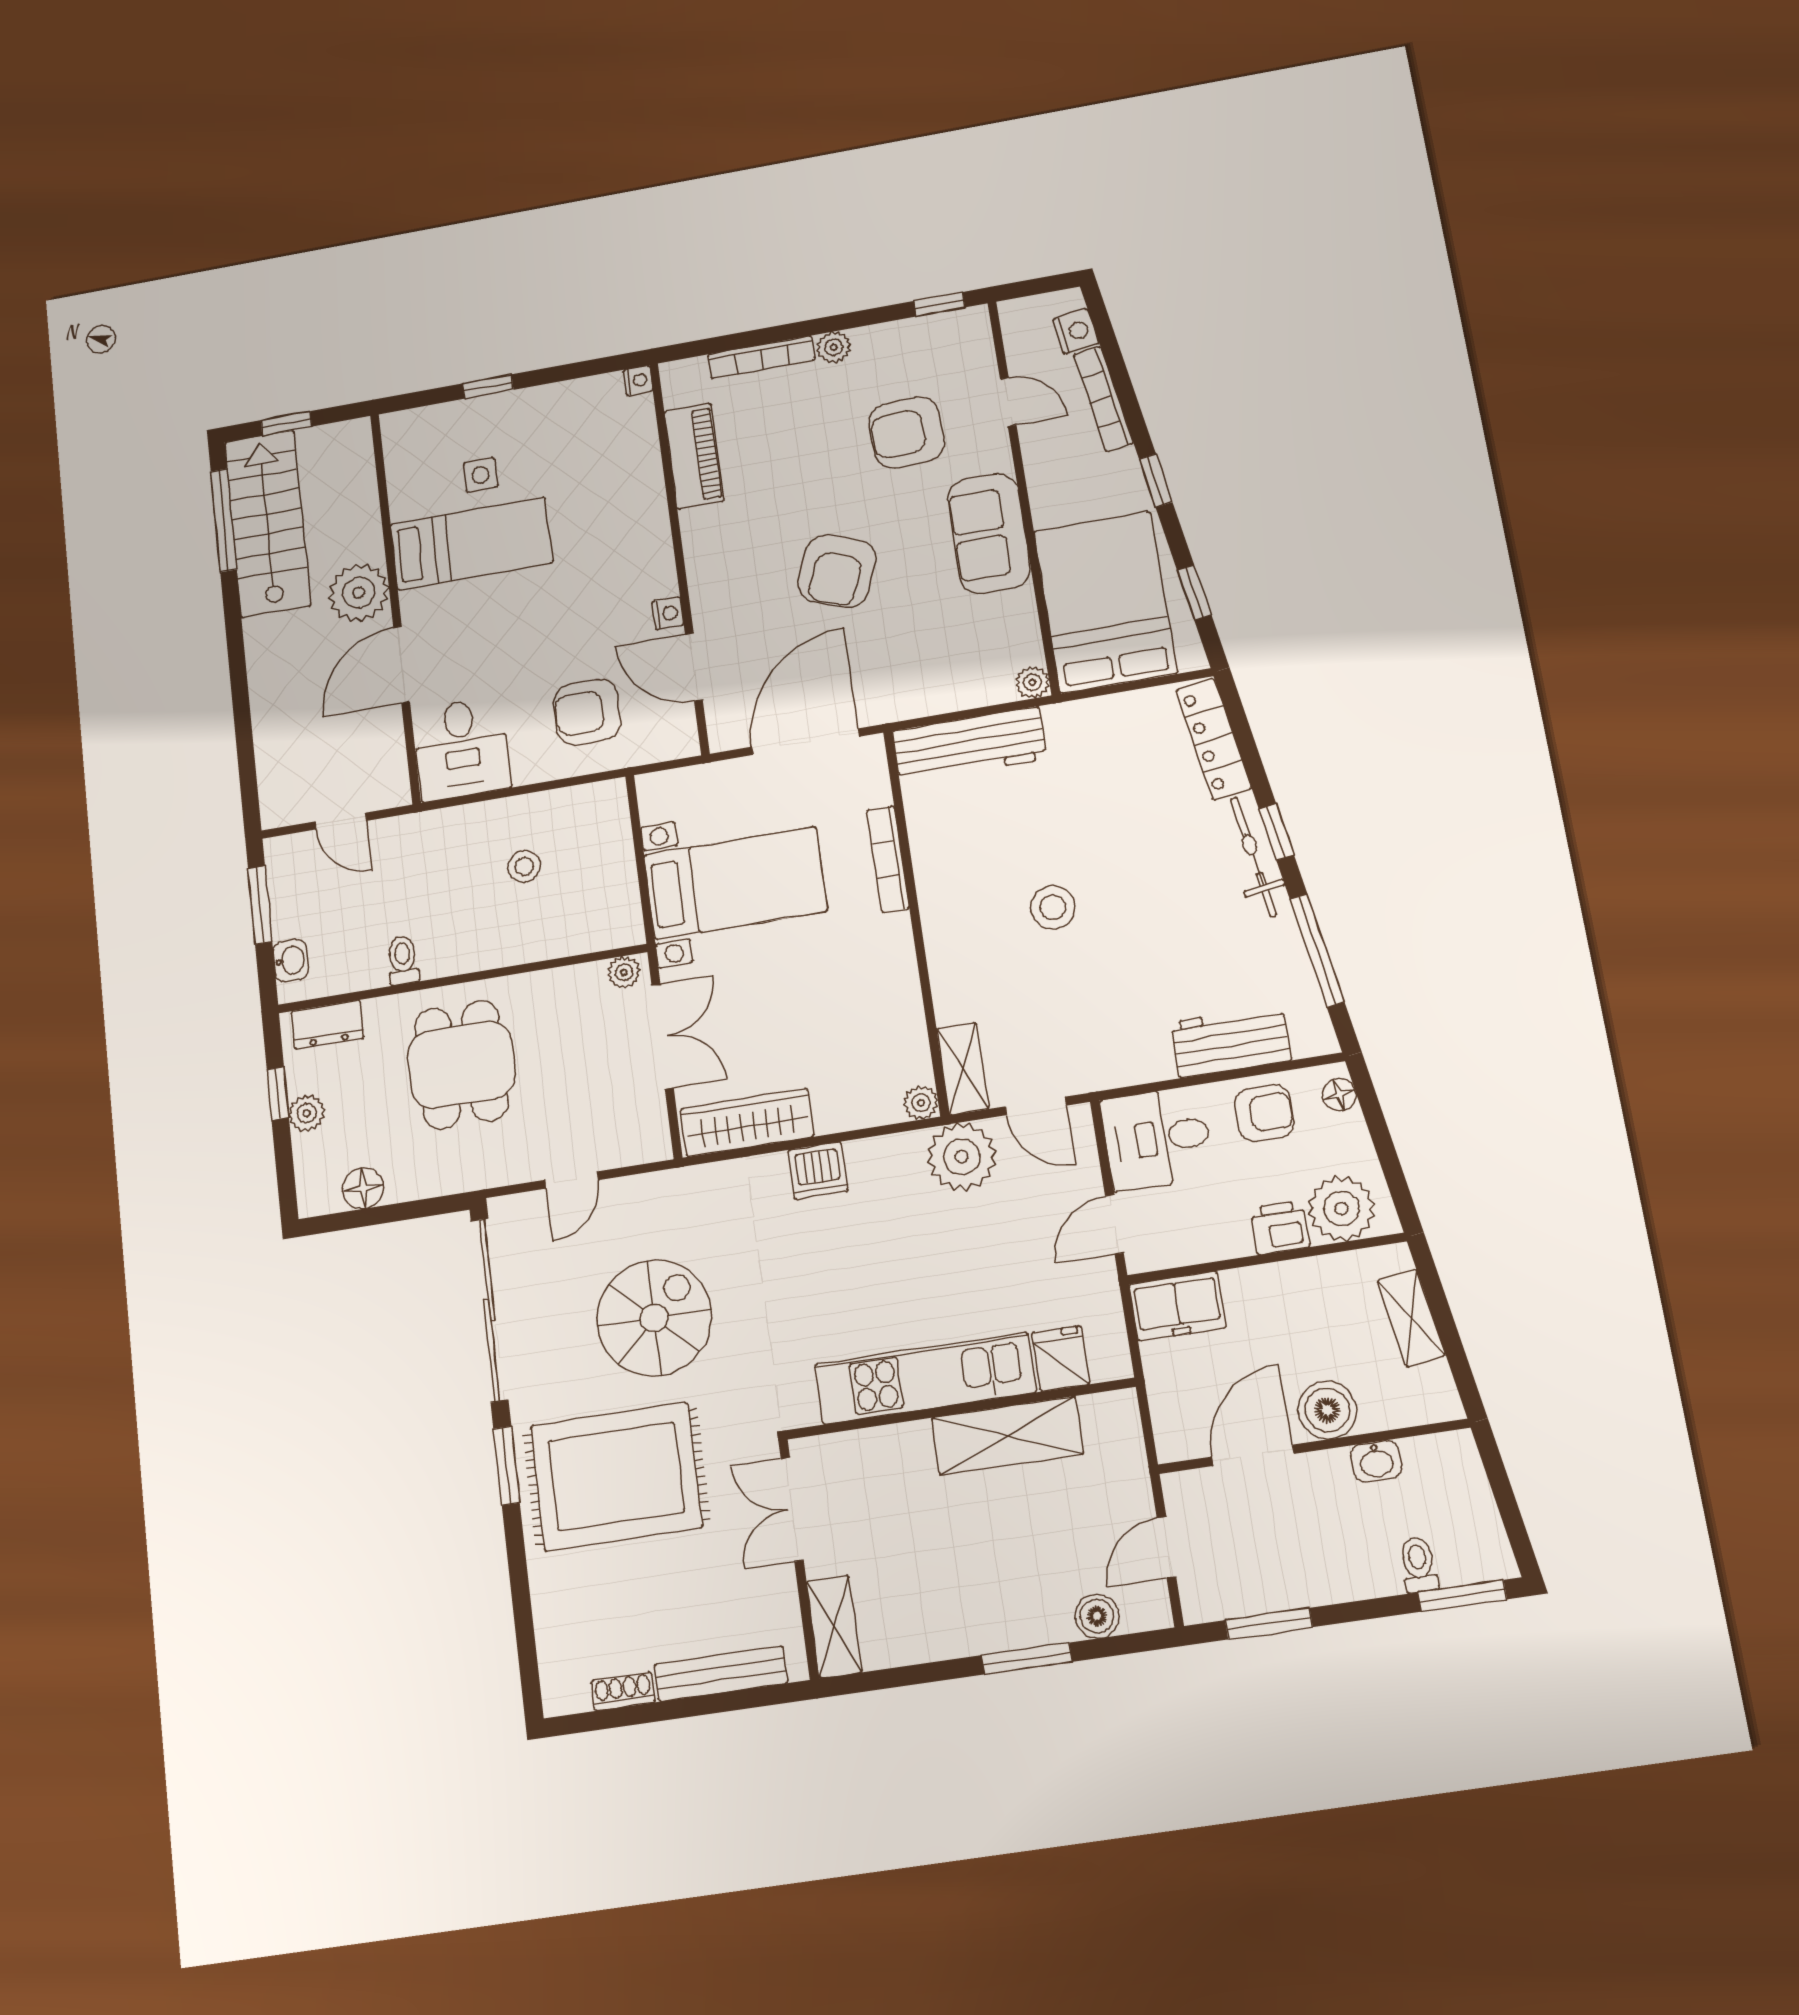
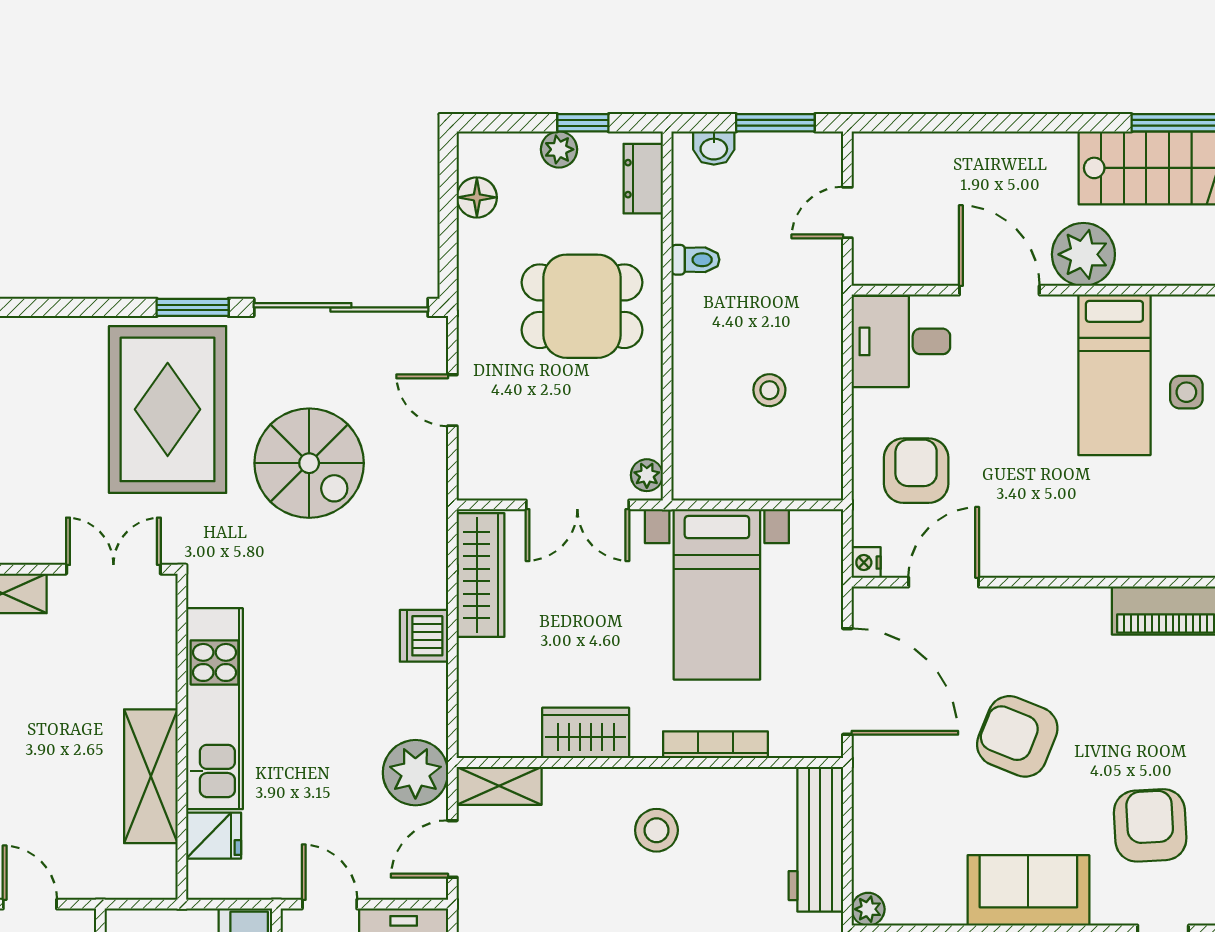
nightstand: (668, 613) -> (866, 563), moved, turned 90
stool: (1053, 907) -> (656, 830), moved
wardrobe: (895, 990) -> (586, 733), added
plant: (921, 1103) -> (473, 742), removed

